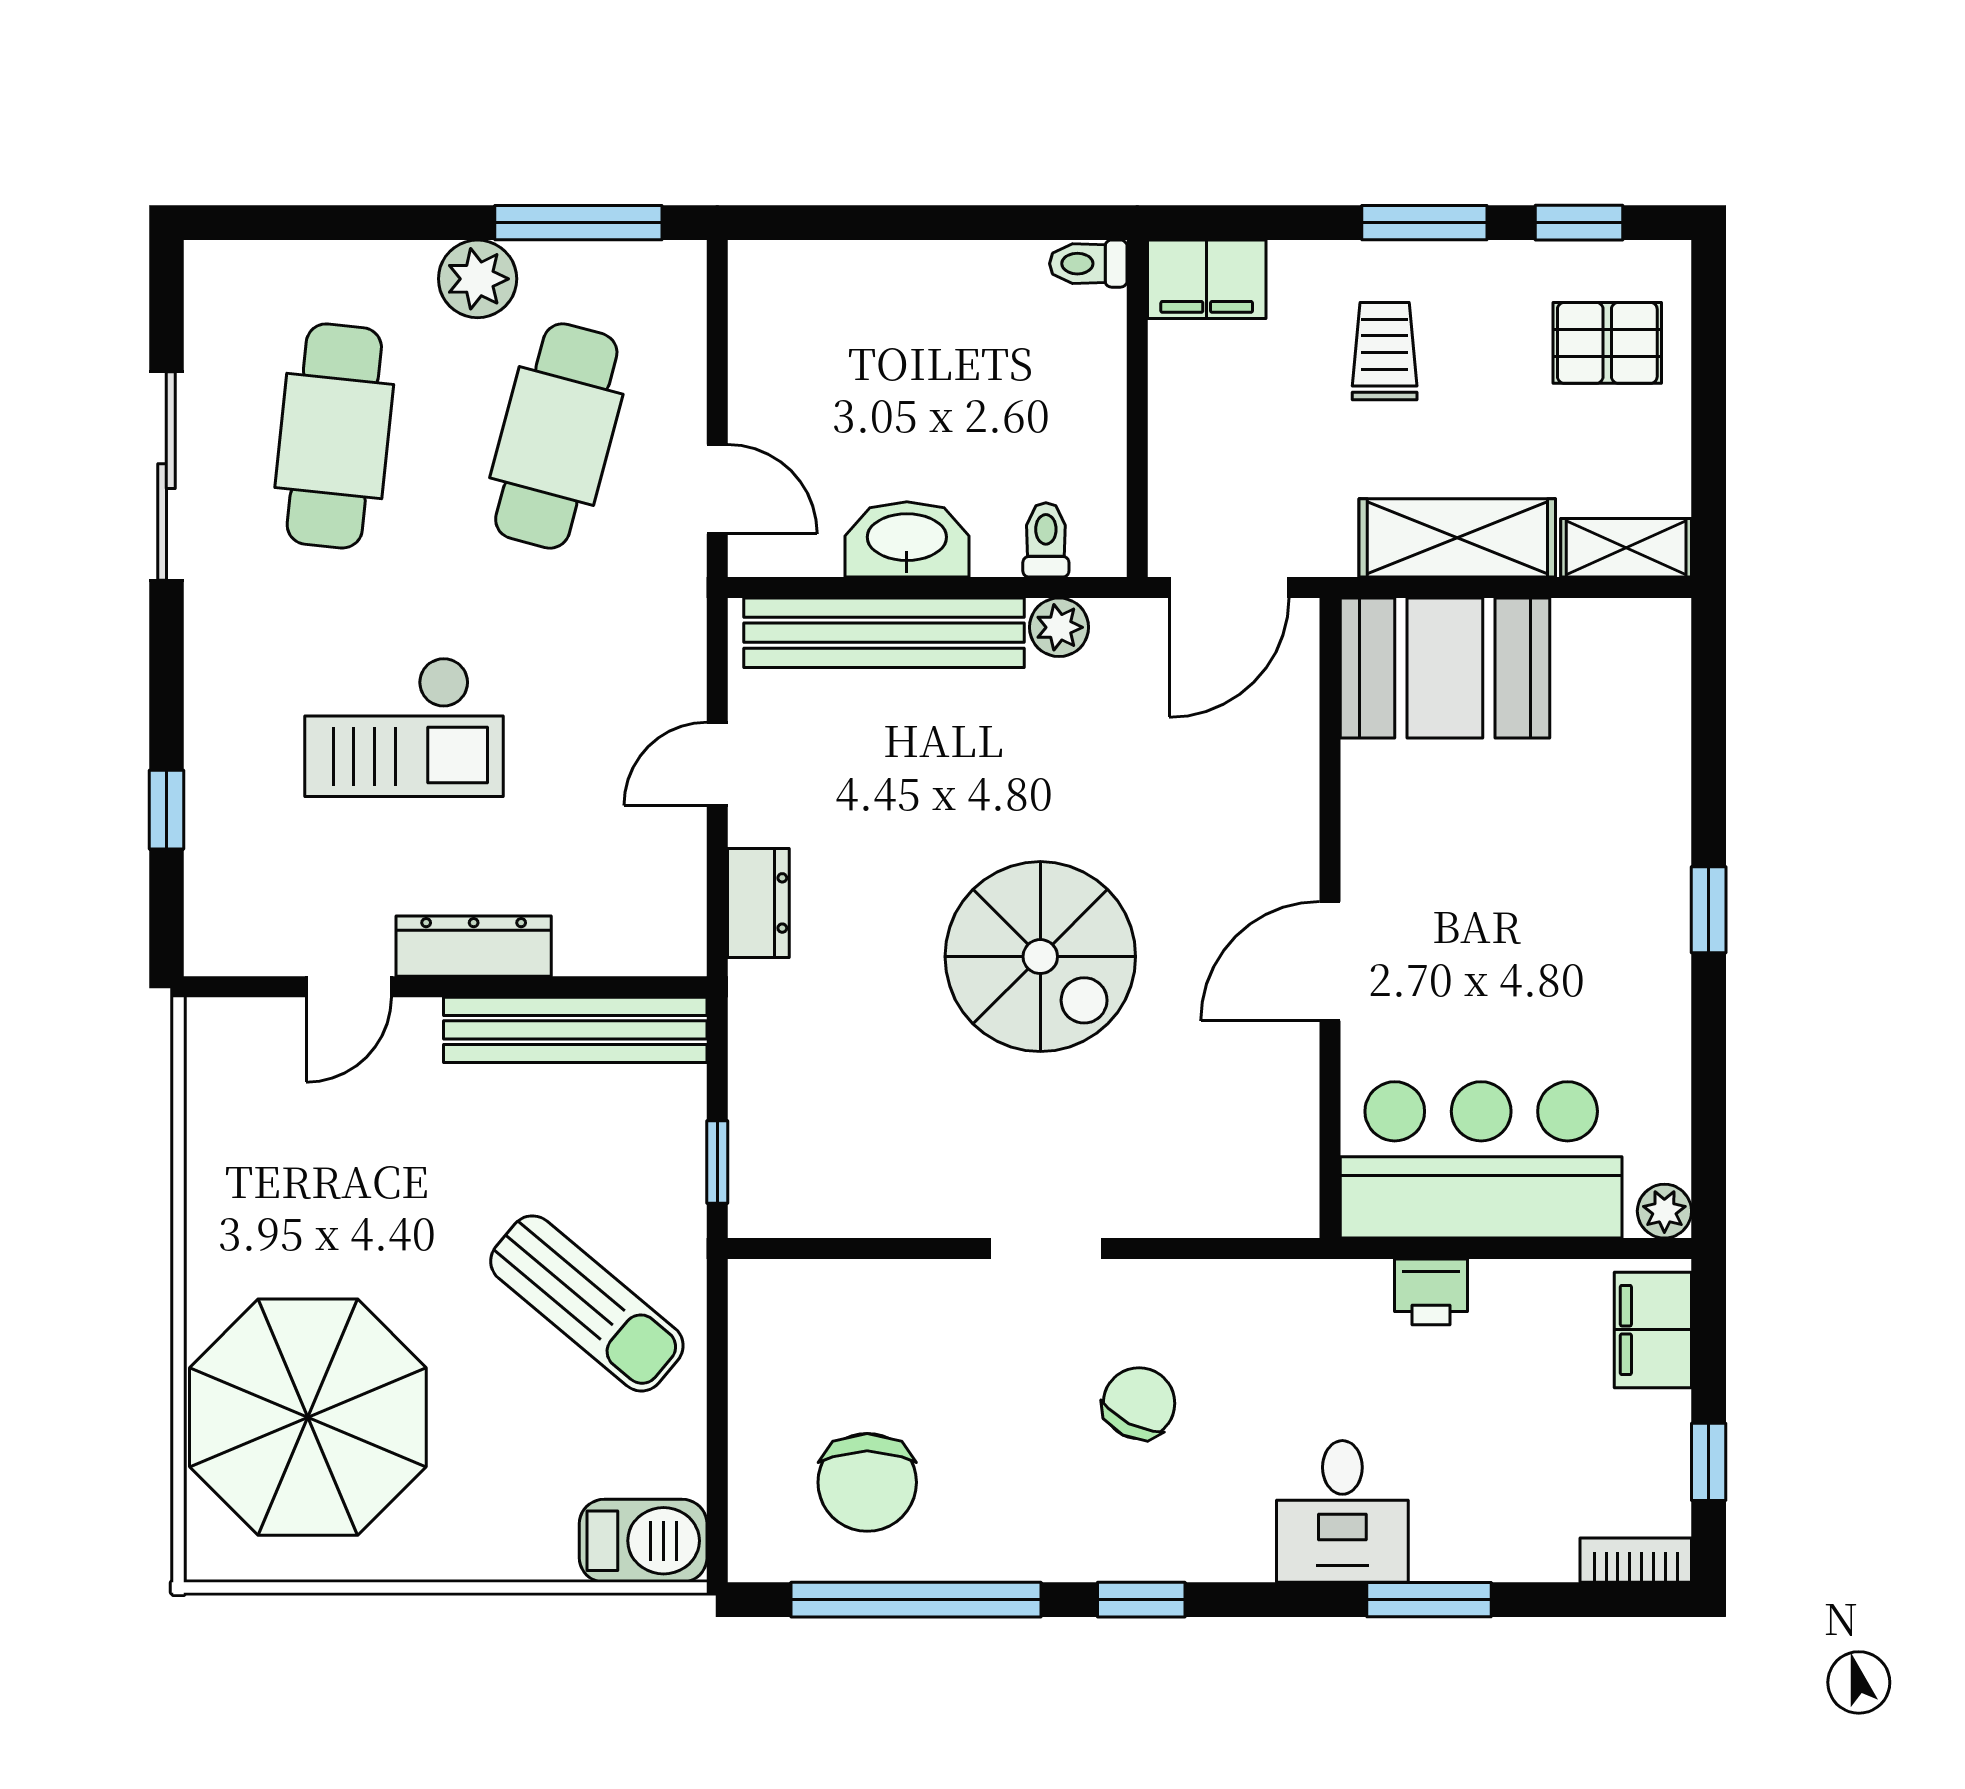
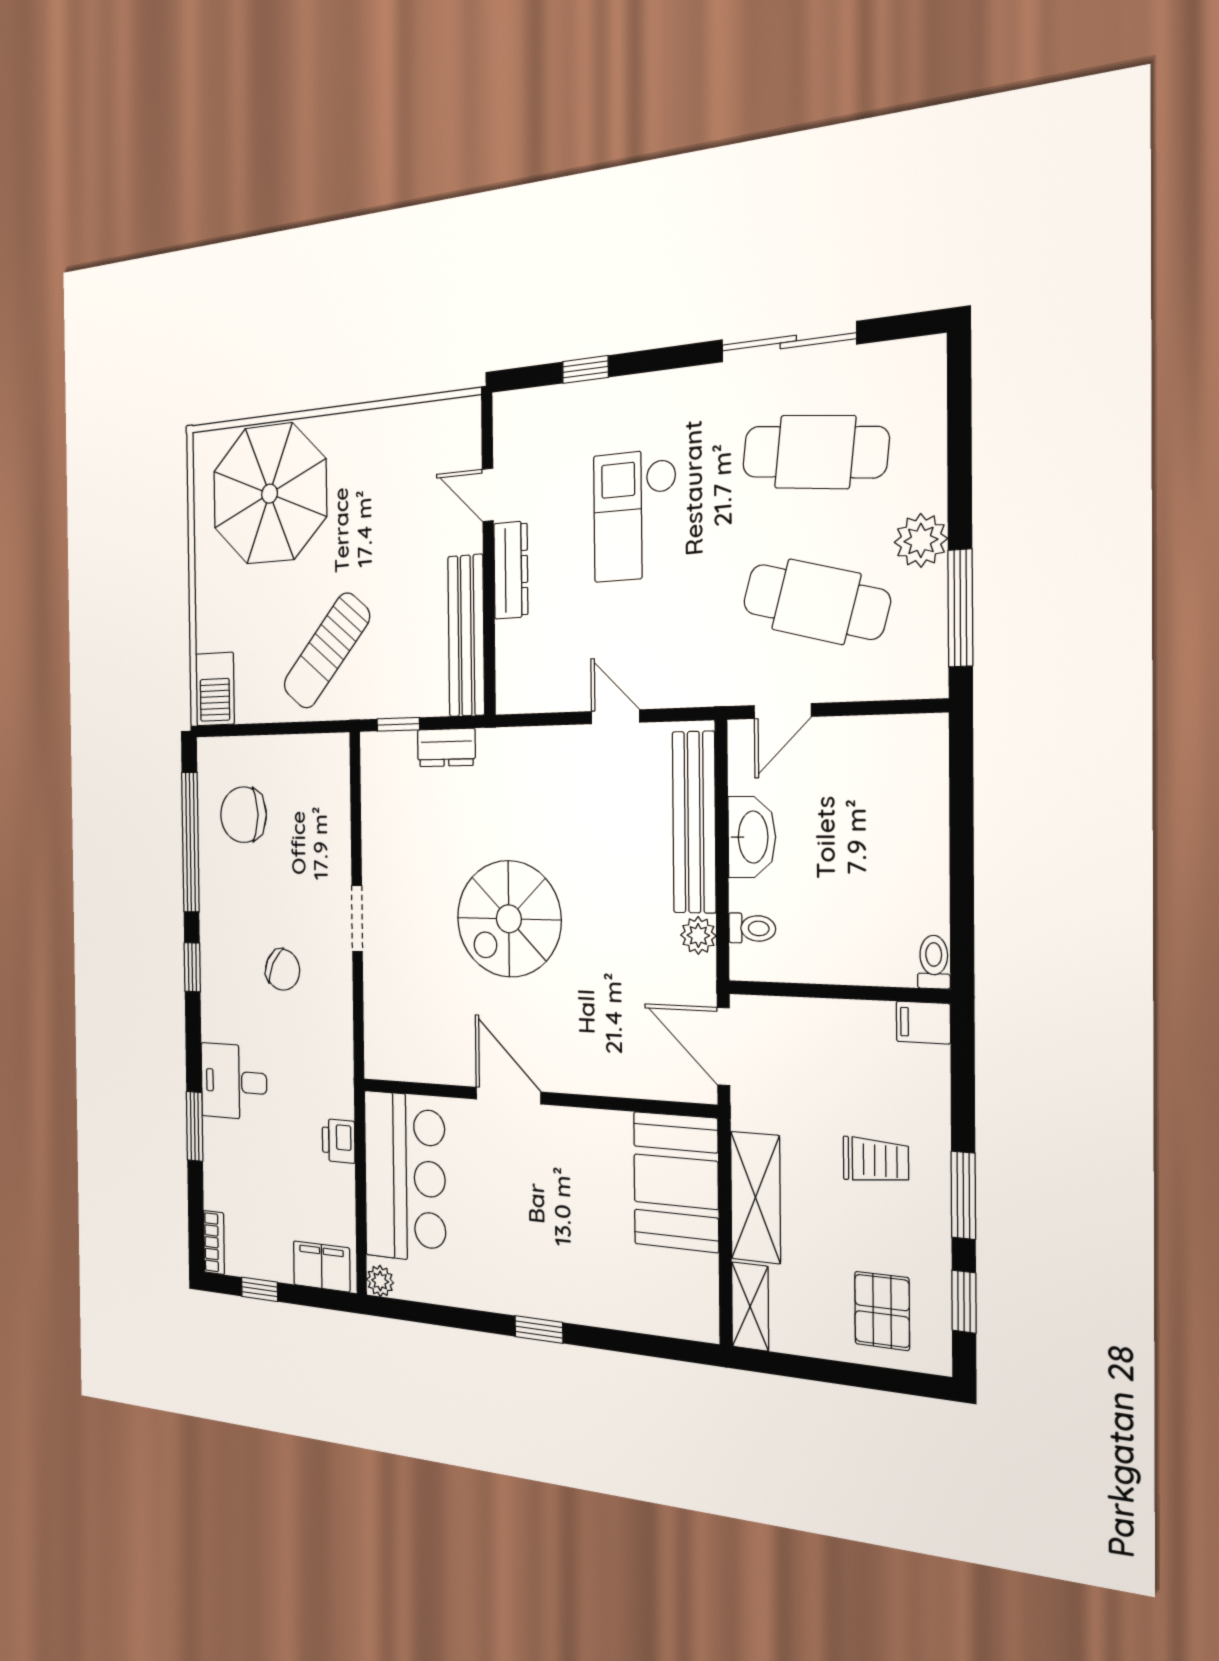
filing cabinet: (1207, 279) -> (923, 1023), width x0.50
dresser: (758, 903) -> (446, 747), moved

